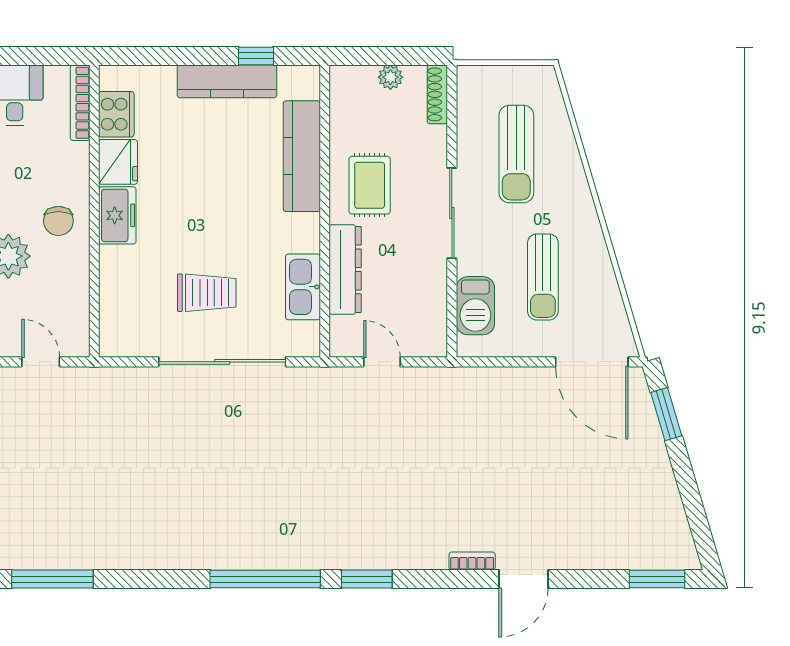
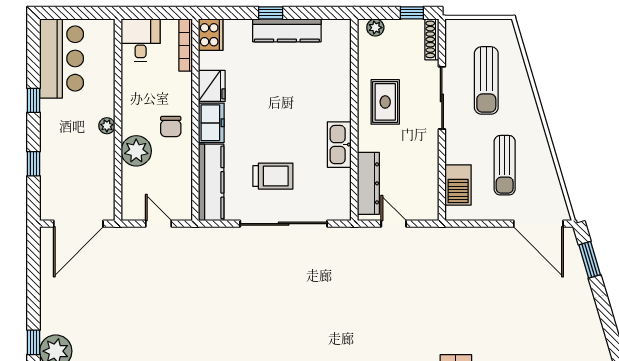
window: (256, 56) -> (271, 13), moved
window: (408, 56) -> (412, 13), added
plant: (390, 77) -> (375, 28), moved
cooker: (116, 114) -> (211, 35), moved
kitchen counter: (302, 156) -> (211, 182), moved, turned 180
sliding door: (452, 213) -> (442, 98), moved
dresser: (345, 269) -> (368, 183), moved
kitchen sink: (303, 287) -> (339, 145), moved

